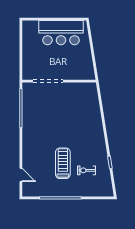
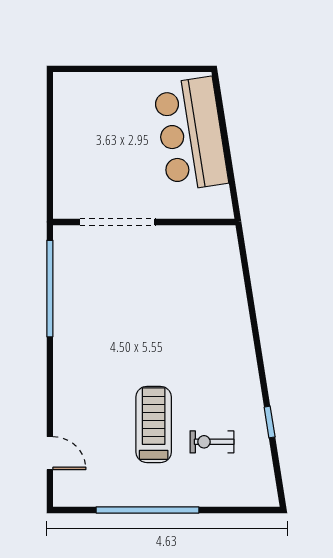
bar counter: (61, 33) -> (191, 134), moved, turned 81

